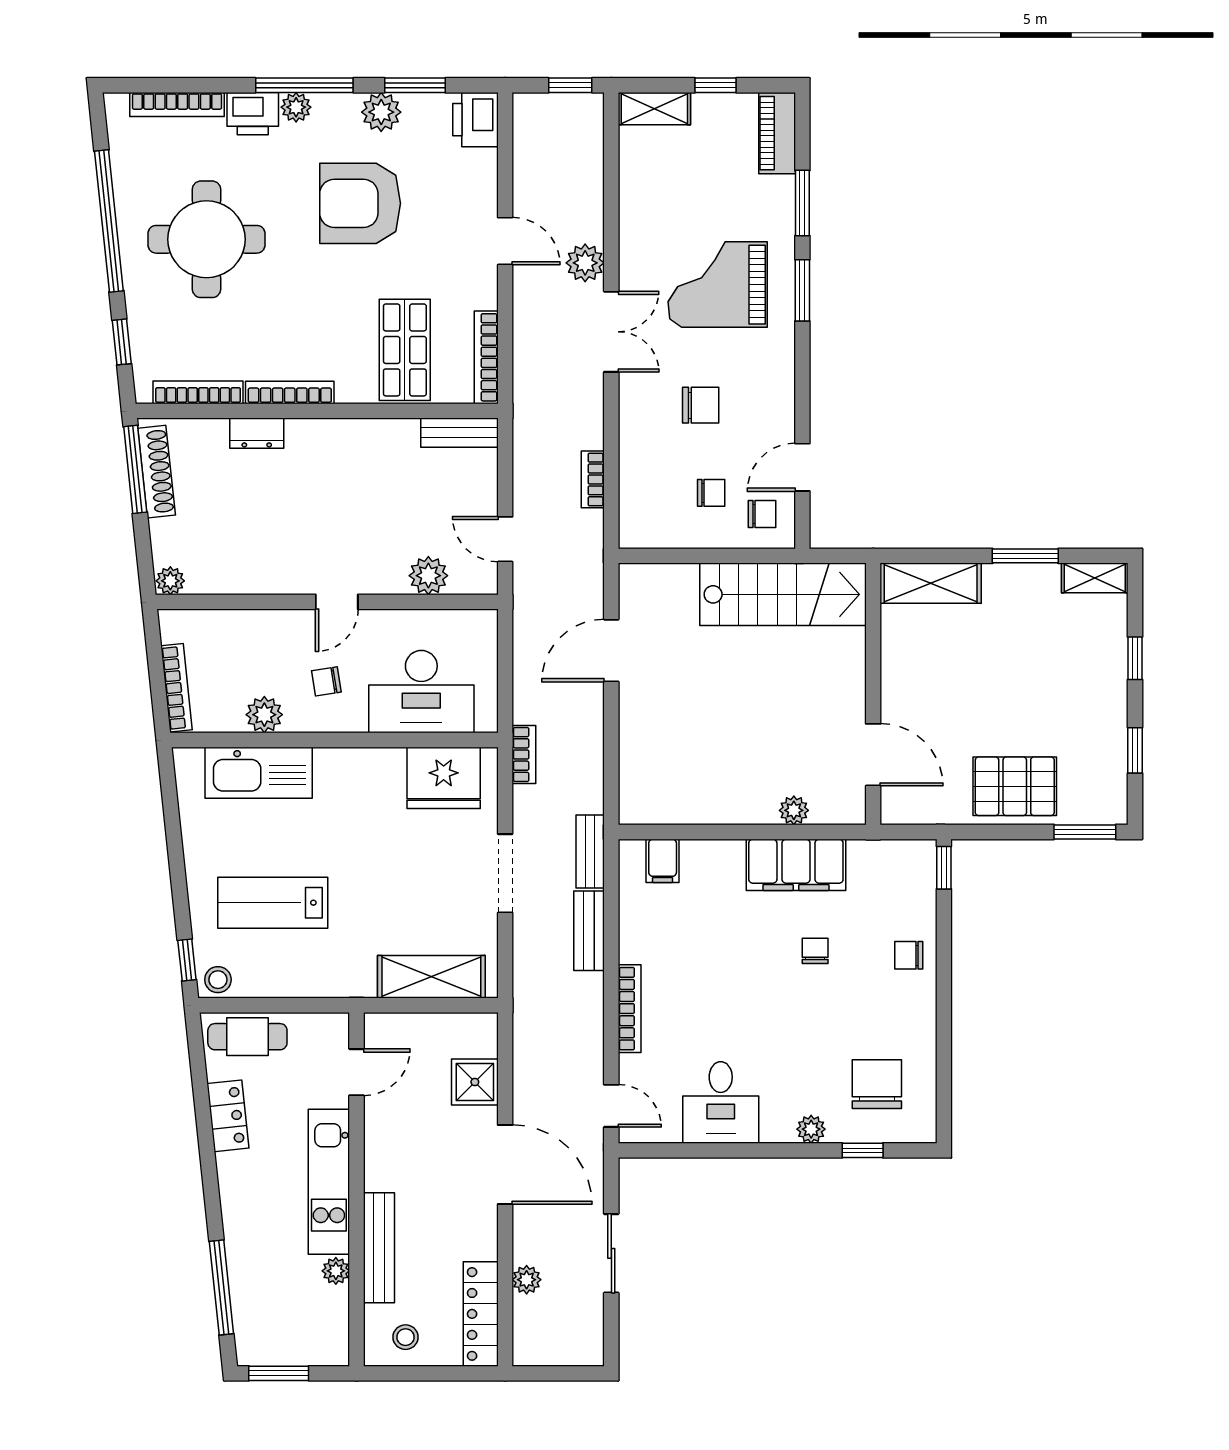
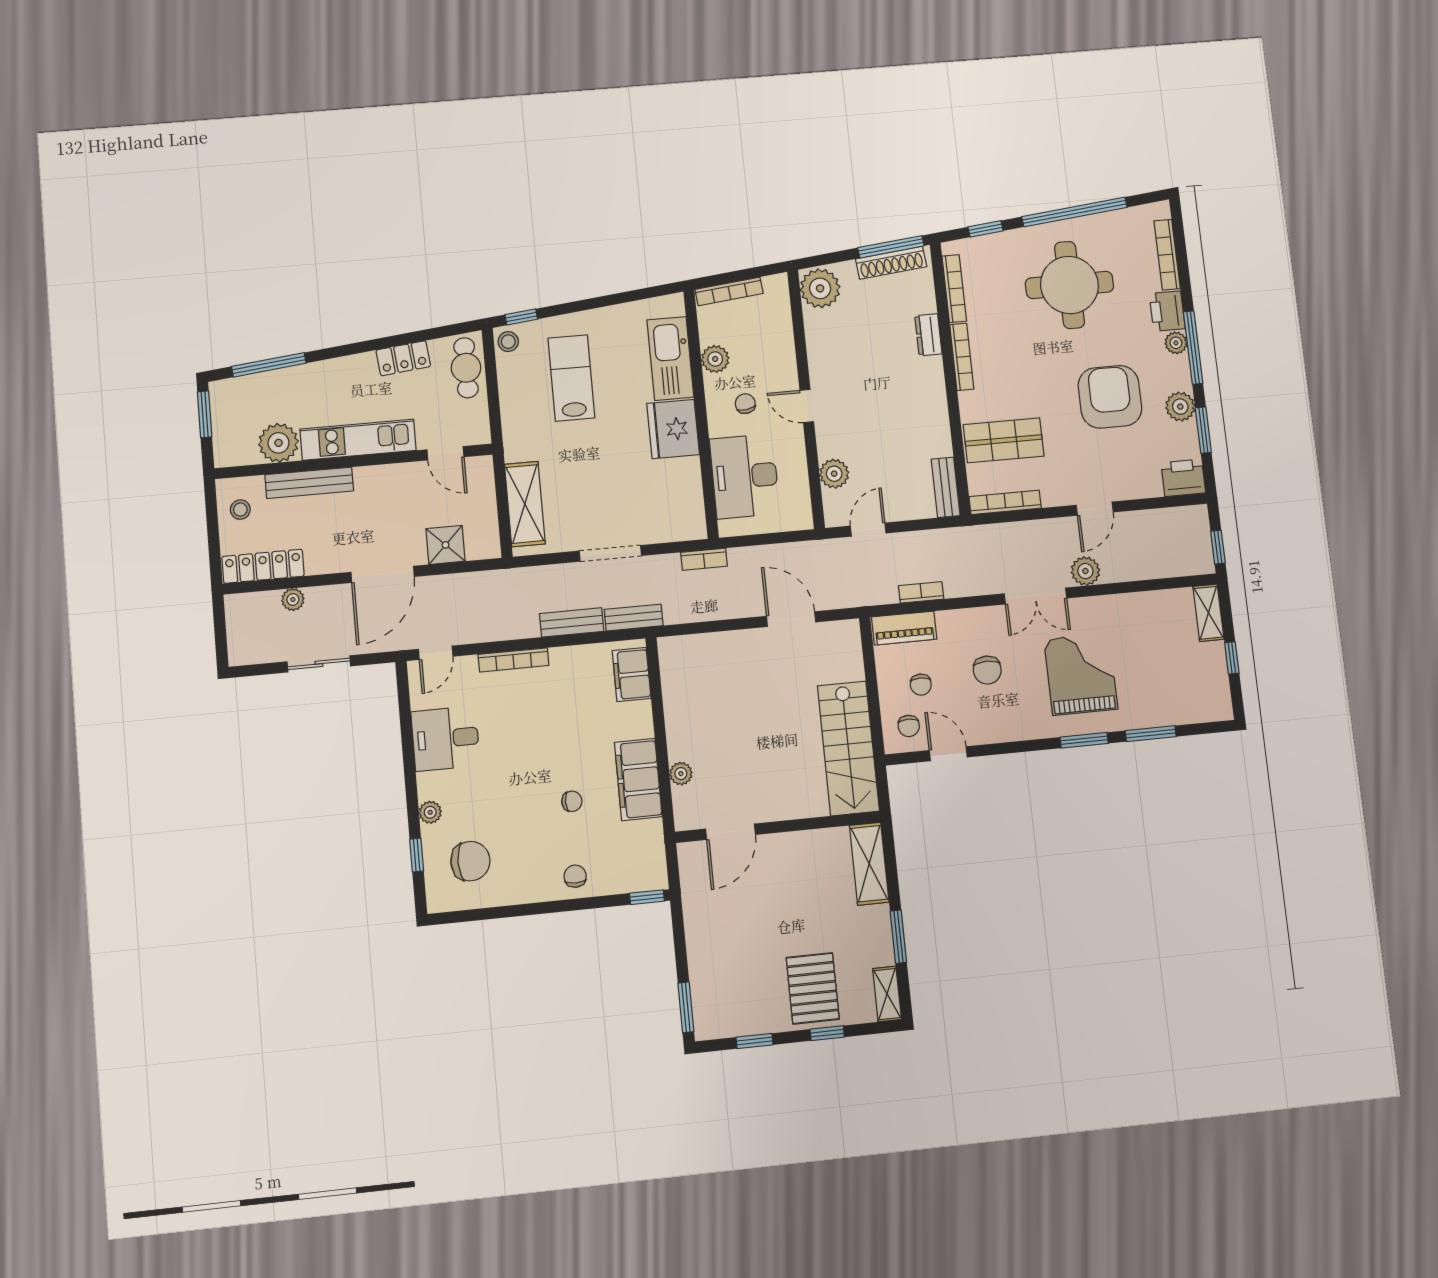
piano: (777, 133) -> (904, 628), moved, turned 180
plant: (170, 581) -> (820, 288), width x1.87, depth x1.87
fridge: (444, 778) -> (673, 429), moved
pallet: (1015, 786) -> (813, 988), moved
filing cabinet: (663, 861) -> (632, 674), width x2.00
plant: (336, 1271) -> (278, 443), width x1.87, depth x1.87

